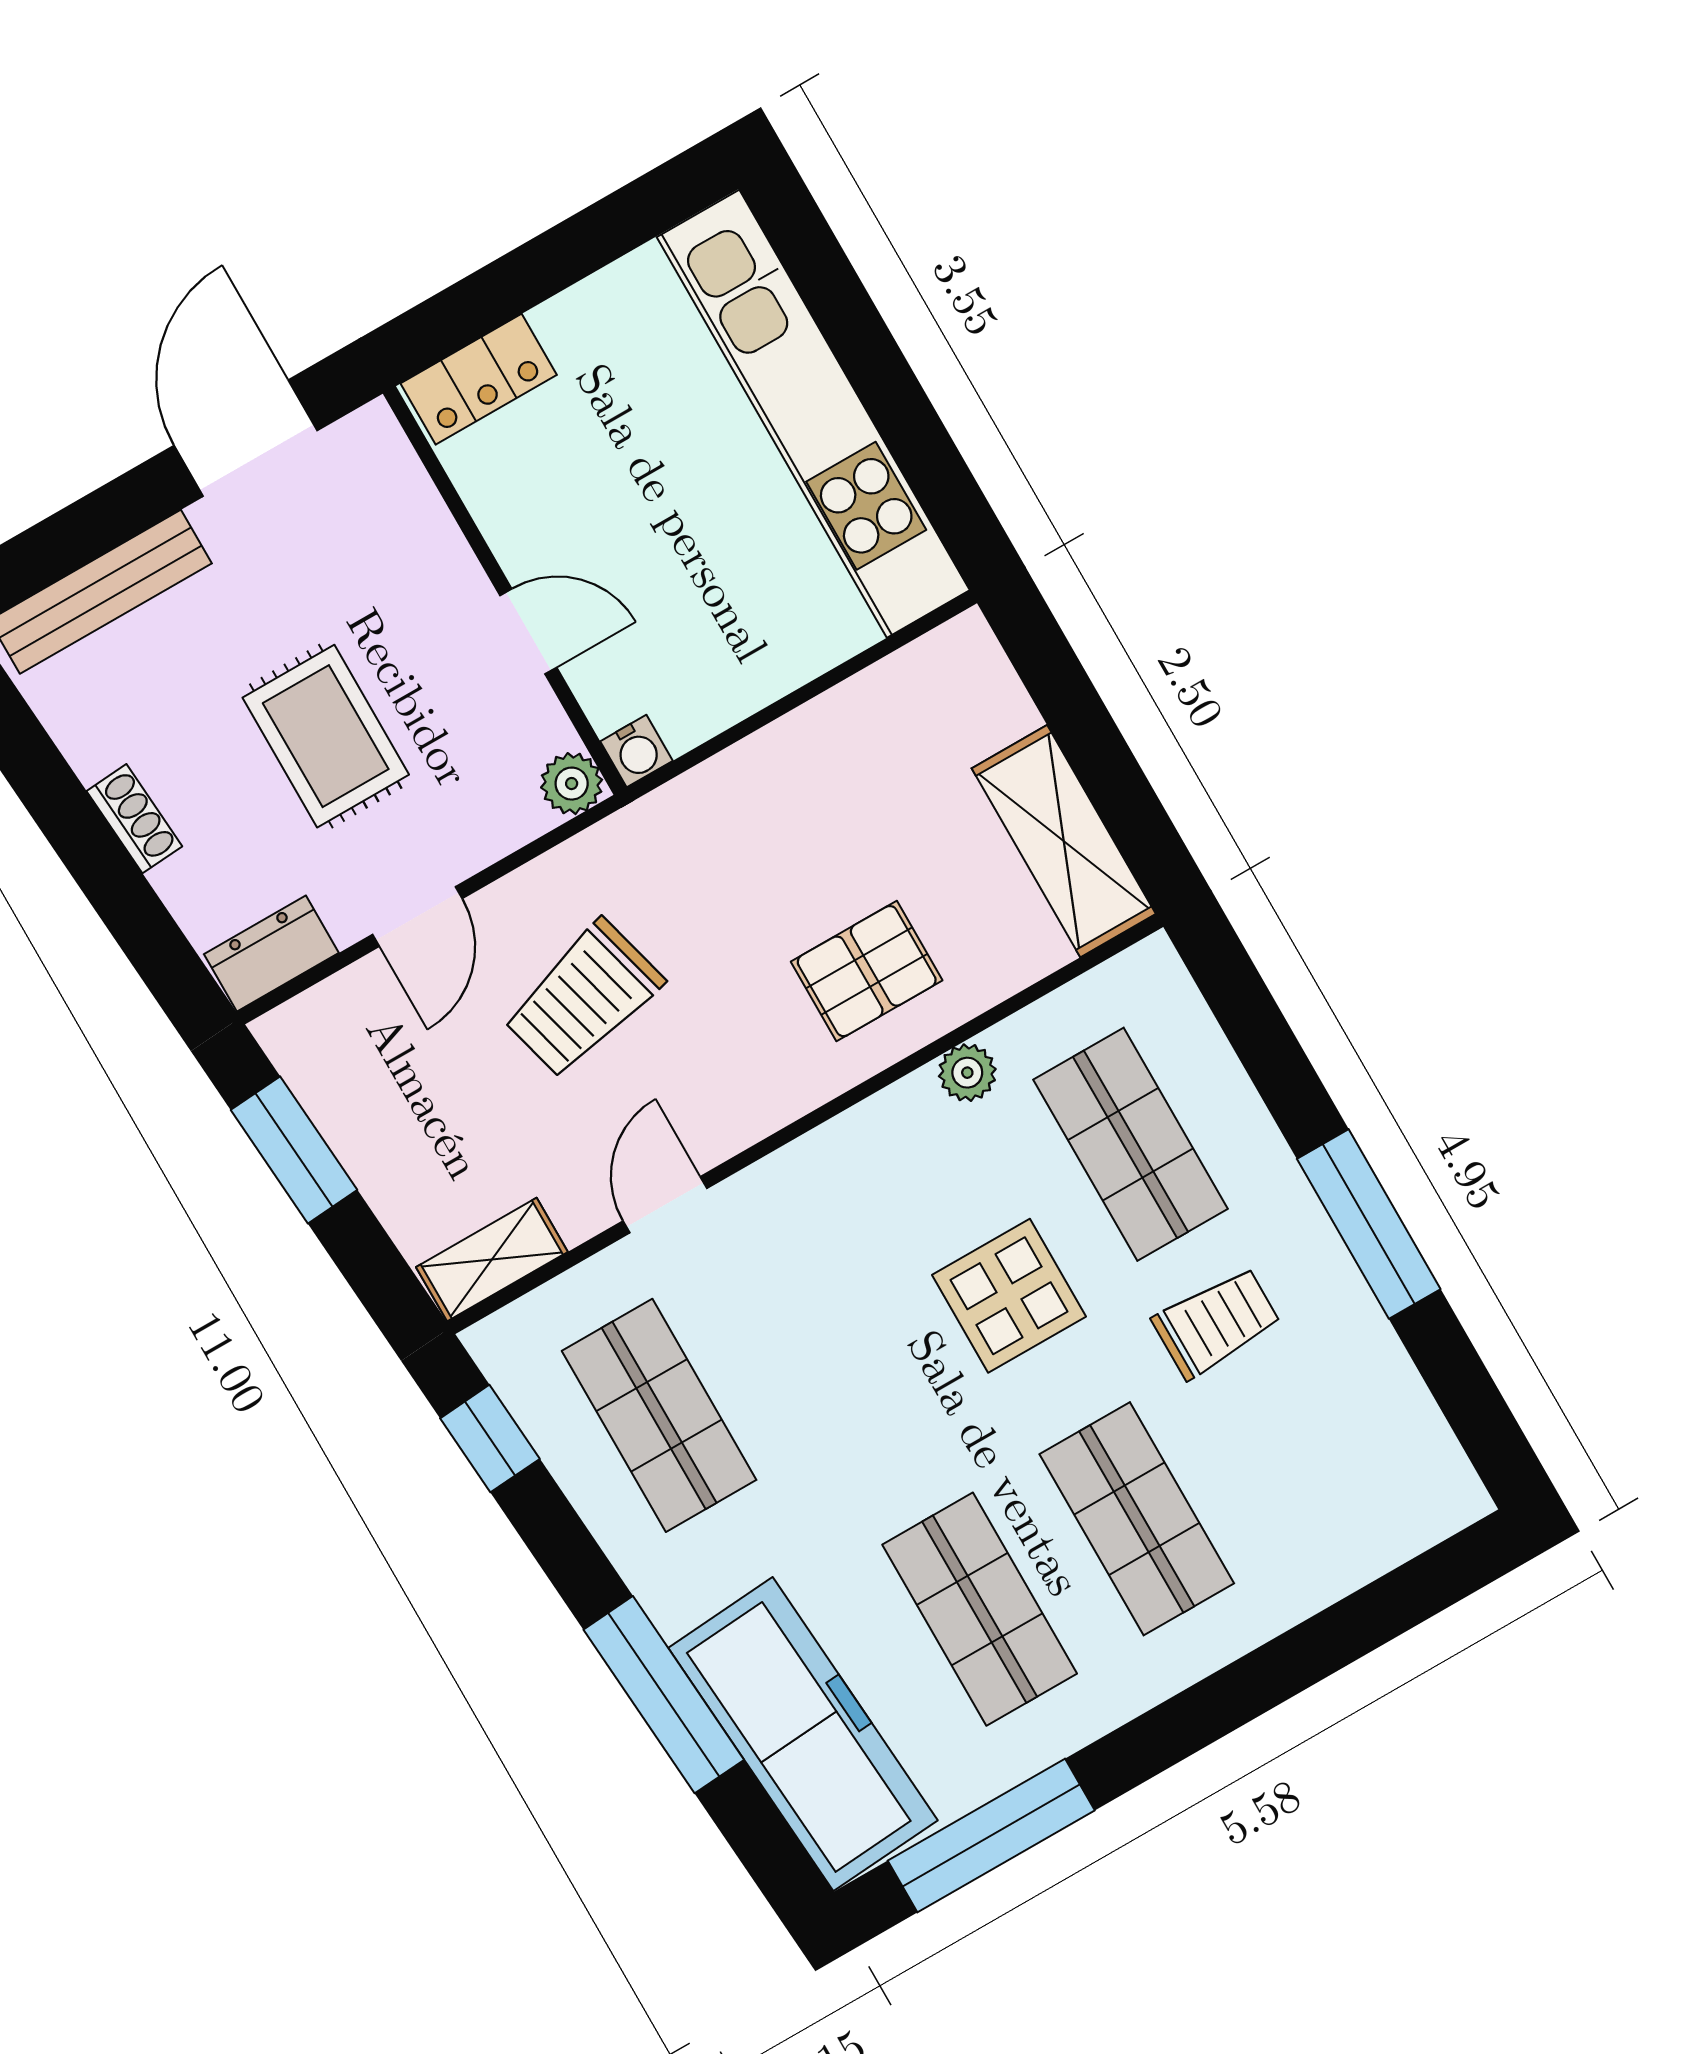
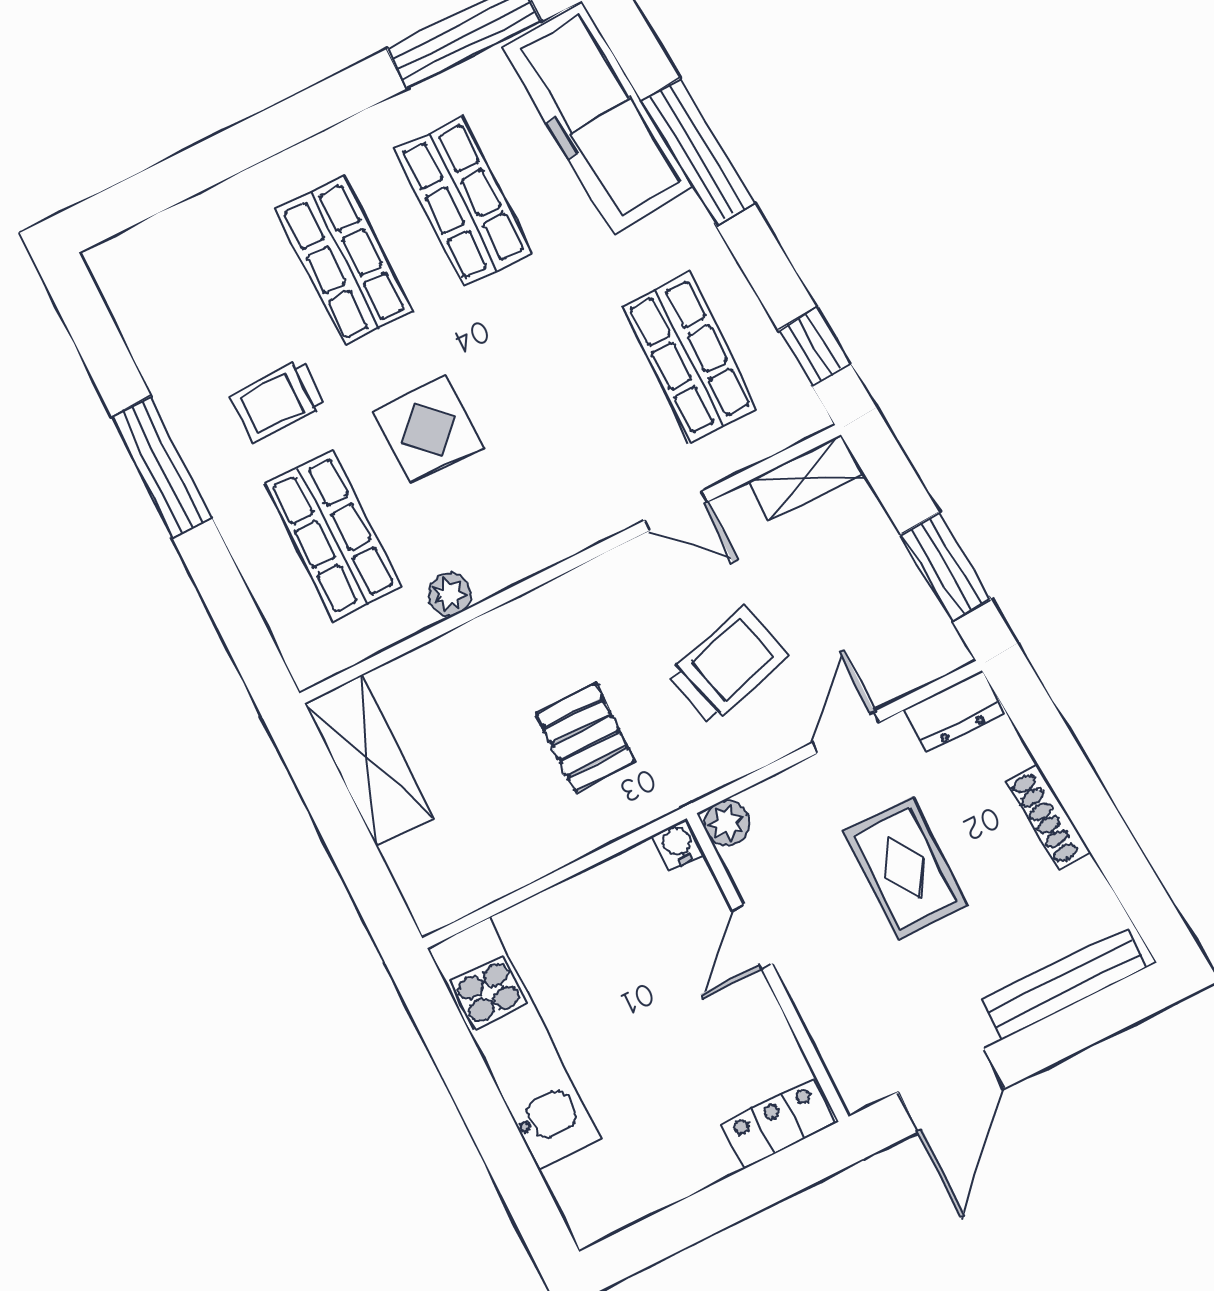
kitchen unit: (813, 414) -> (514, 1044), width x0.73
door: (528, 631) -> (752, 937), hinge flipped
shoe rack: (134, 819) -> (1049, 816), width x1.43
pallet: (867, 971) -> (585, 738), moved, turned 90
door: (665, 1205) -> (676, 511), hinge flipped

